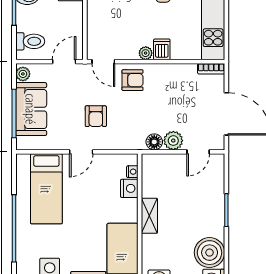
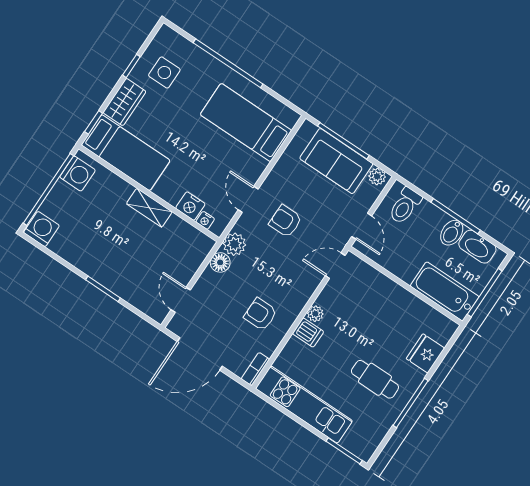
armchair: (133, 80) -> (261, 314), moved, turned 90
plant: (173, 141) -> (234, 244), moved
door: (81, 152) -> (248, 199), moved
boiler: (210, 253) -> (72, 243), removed

